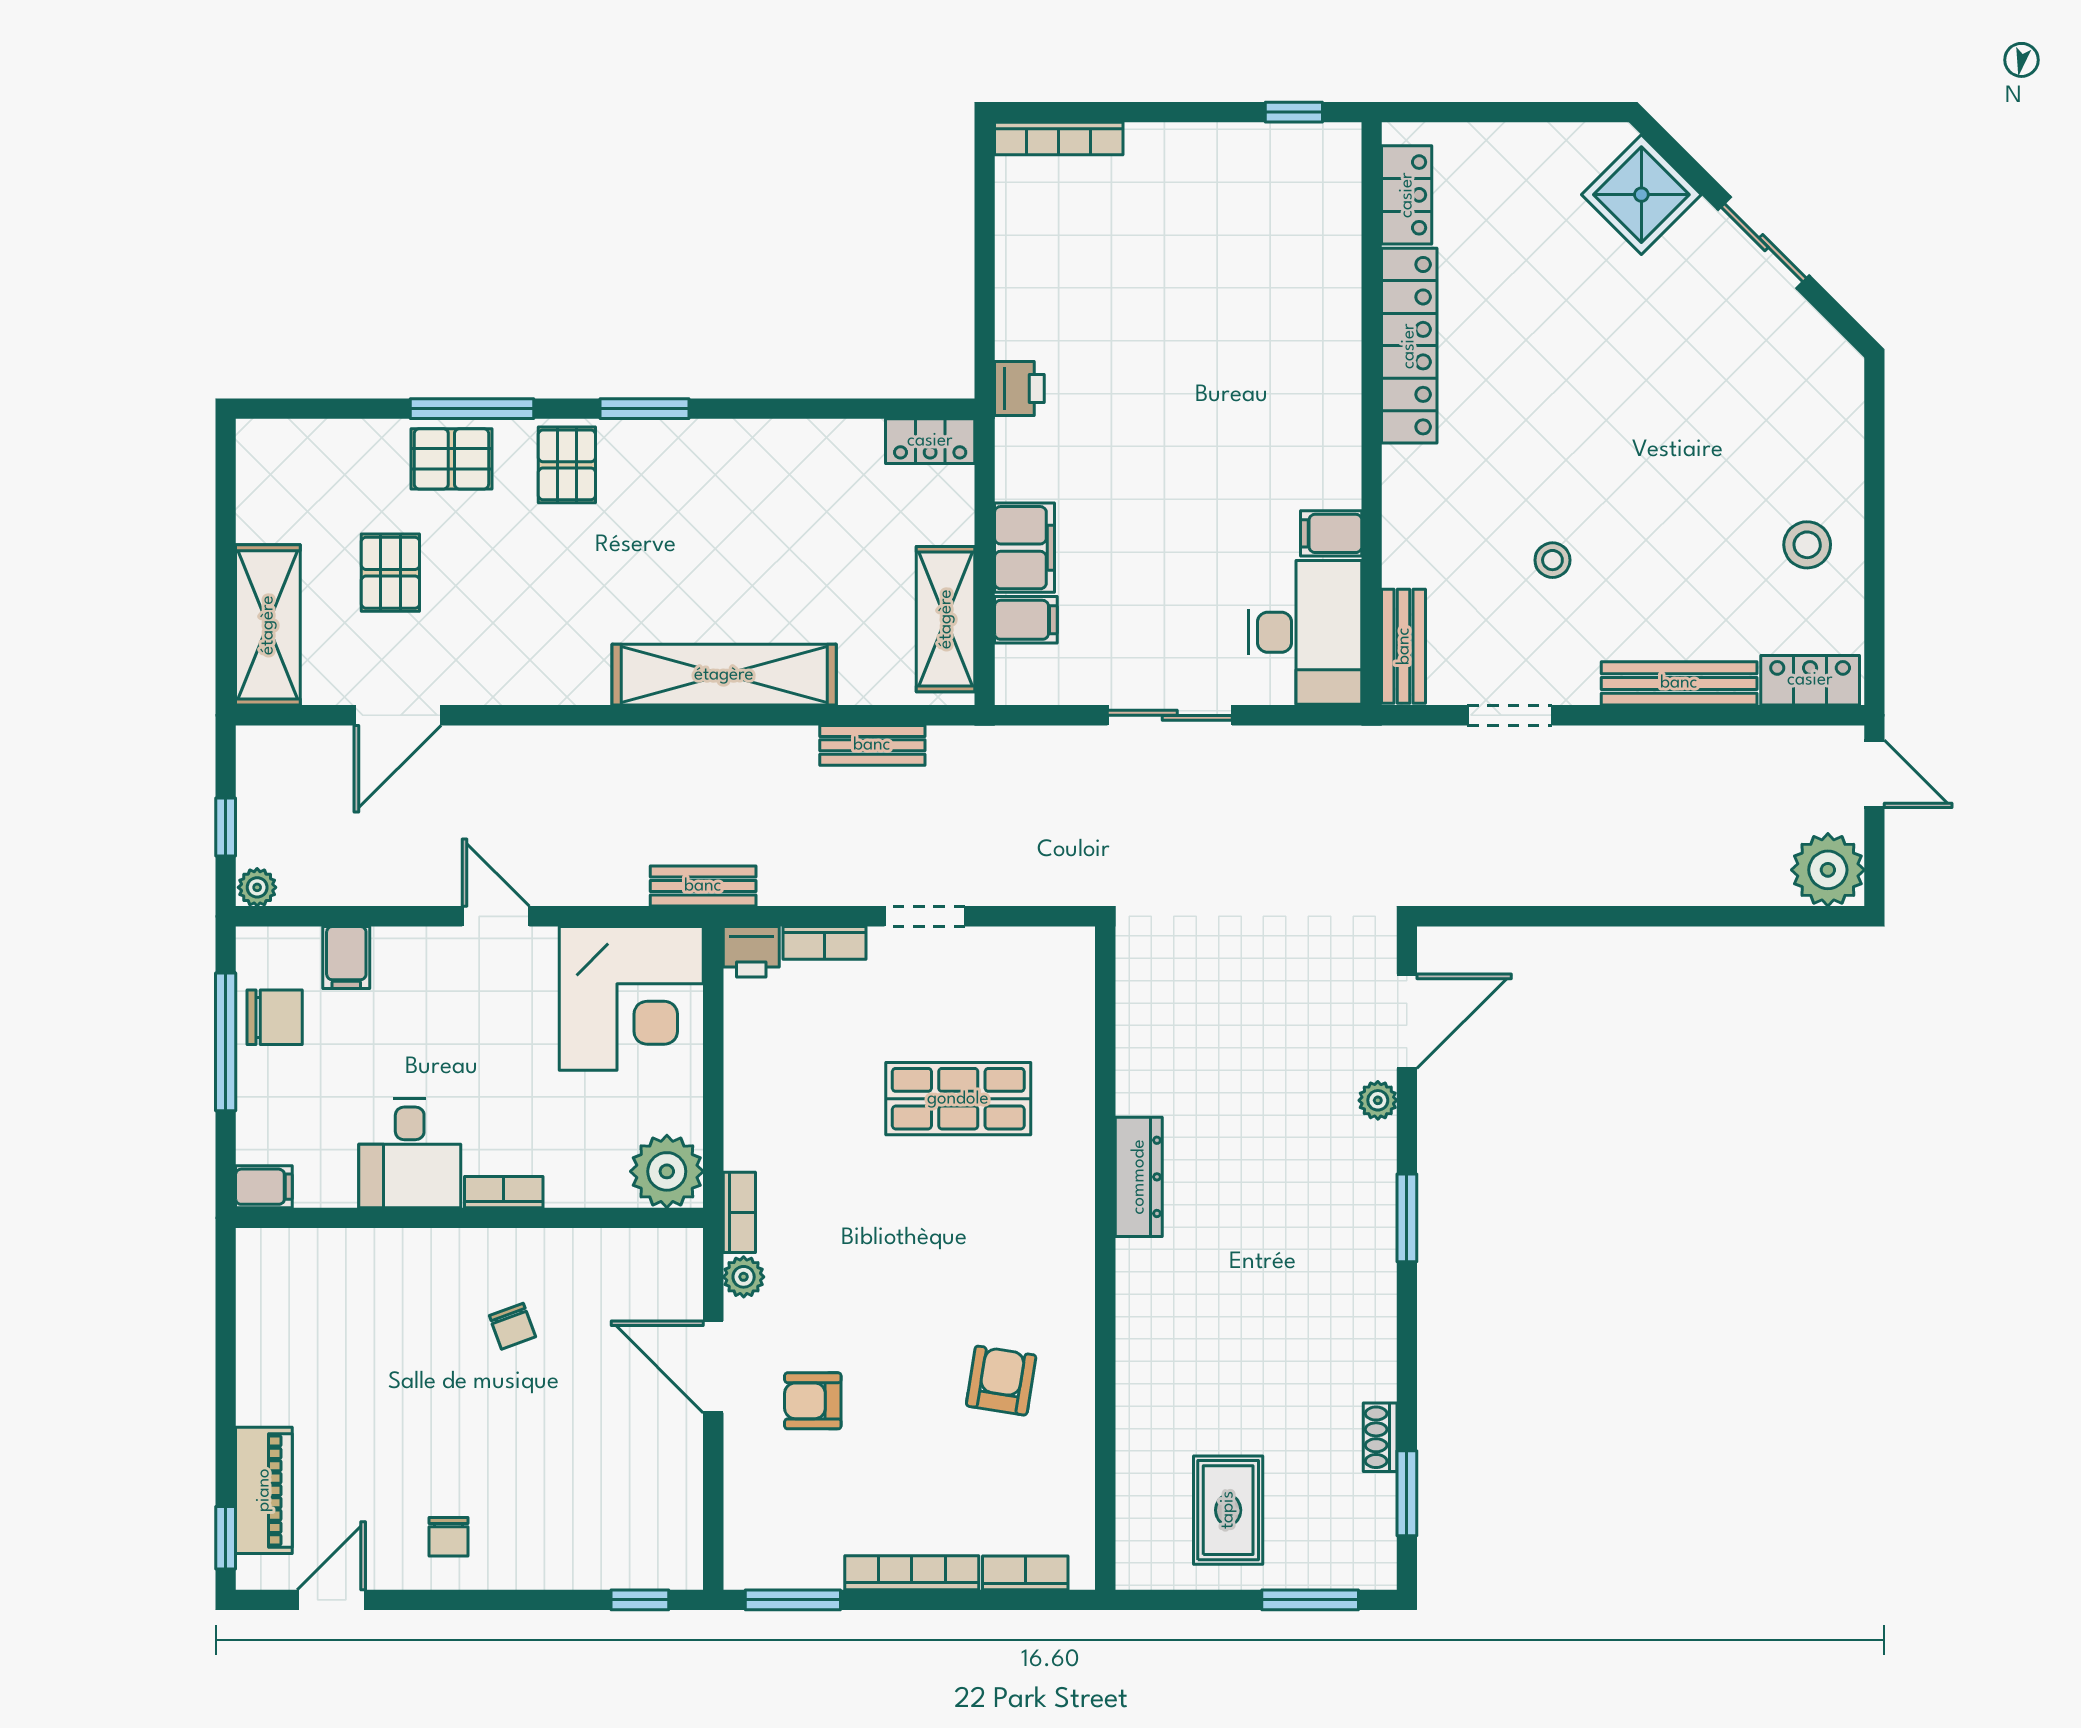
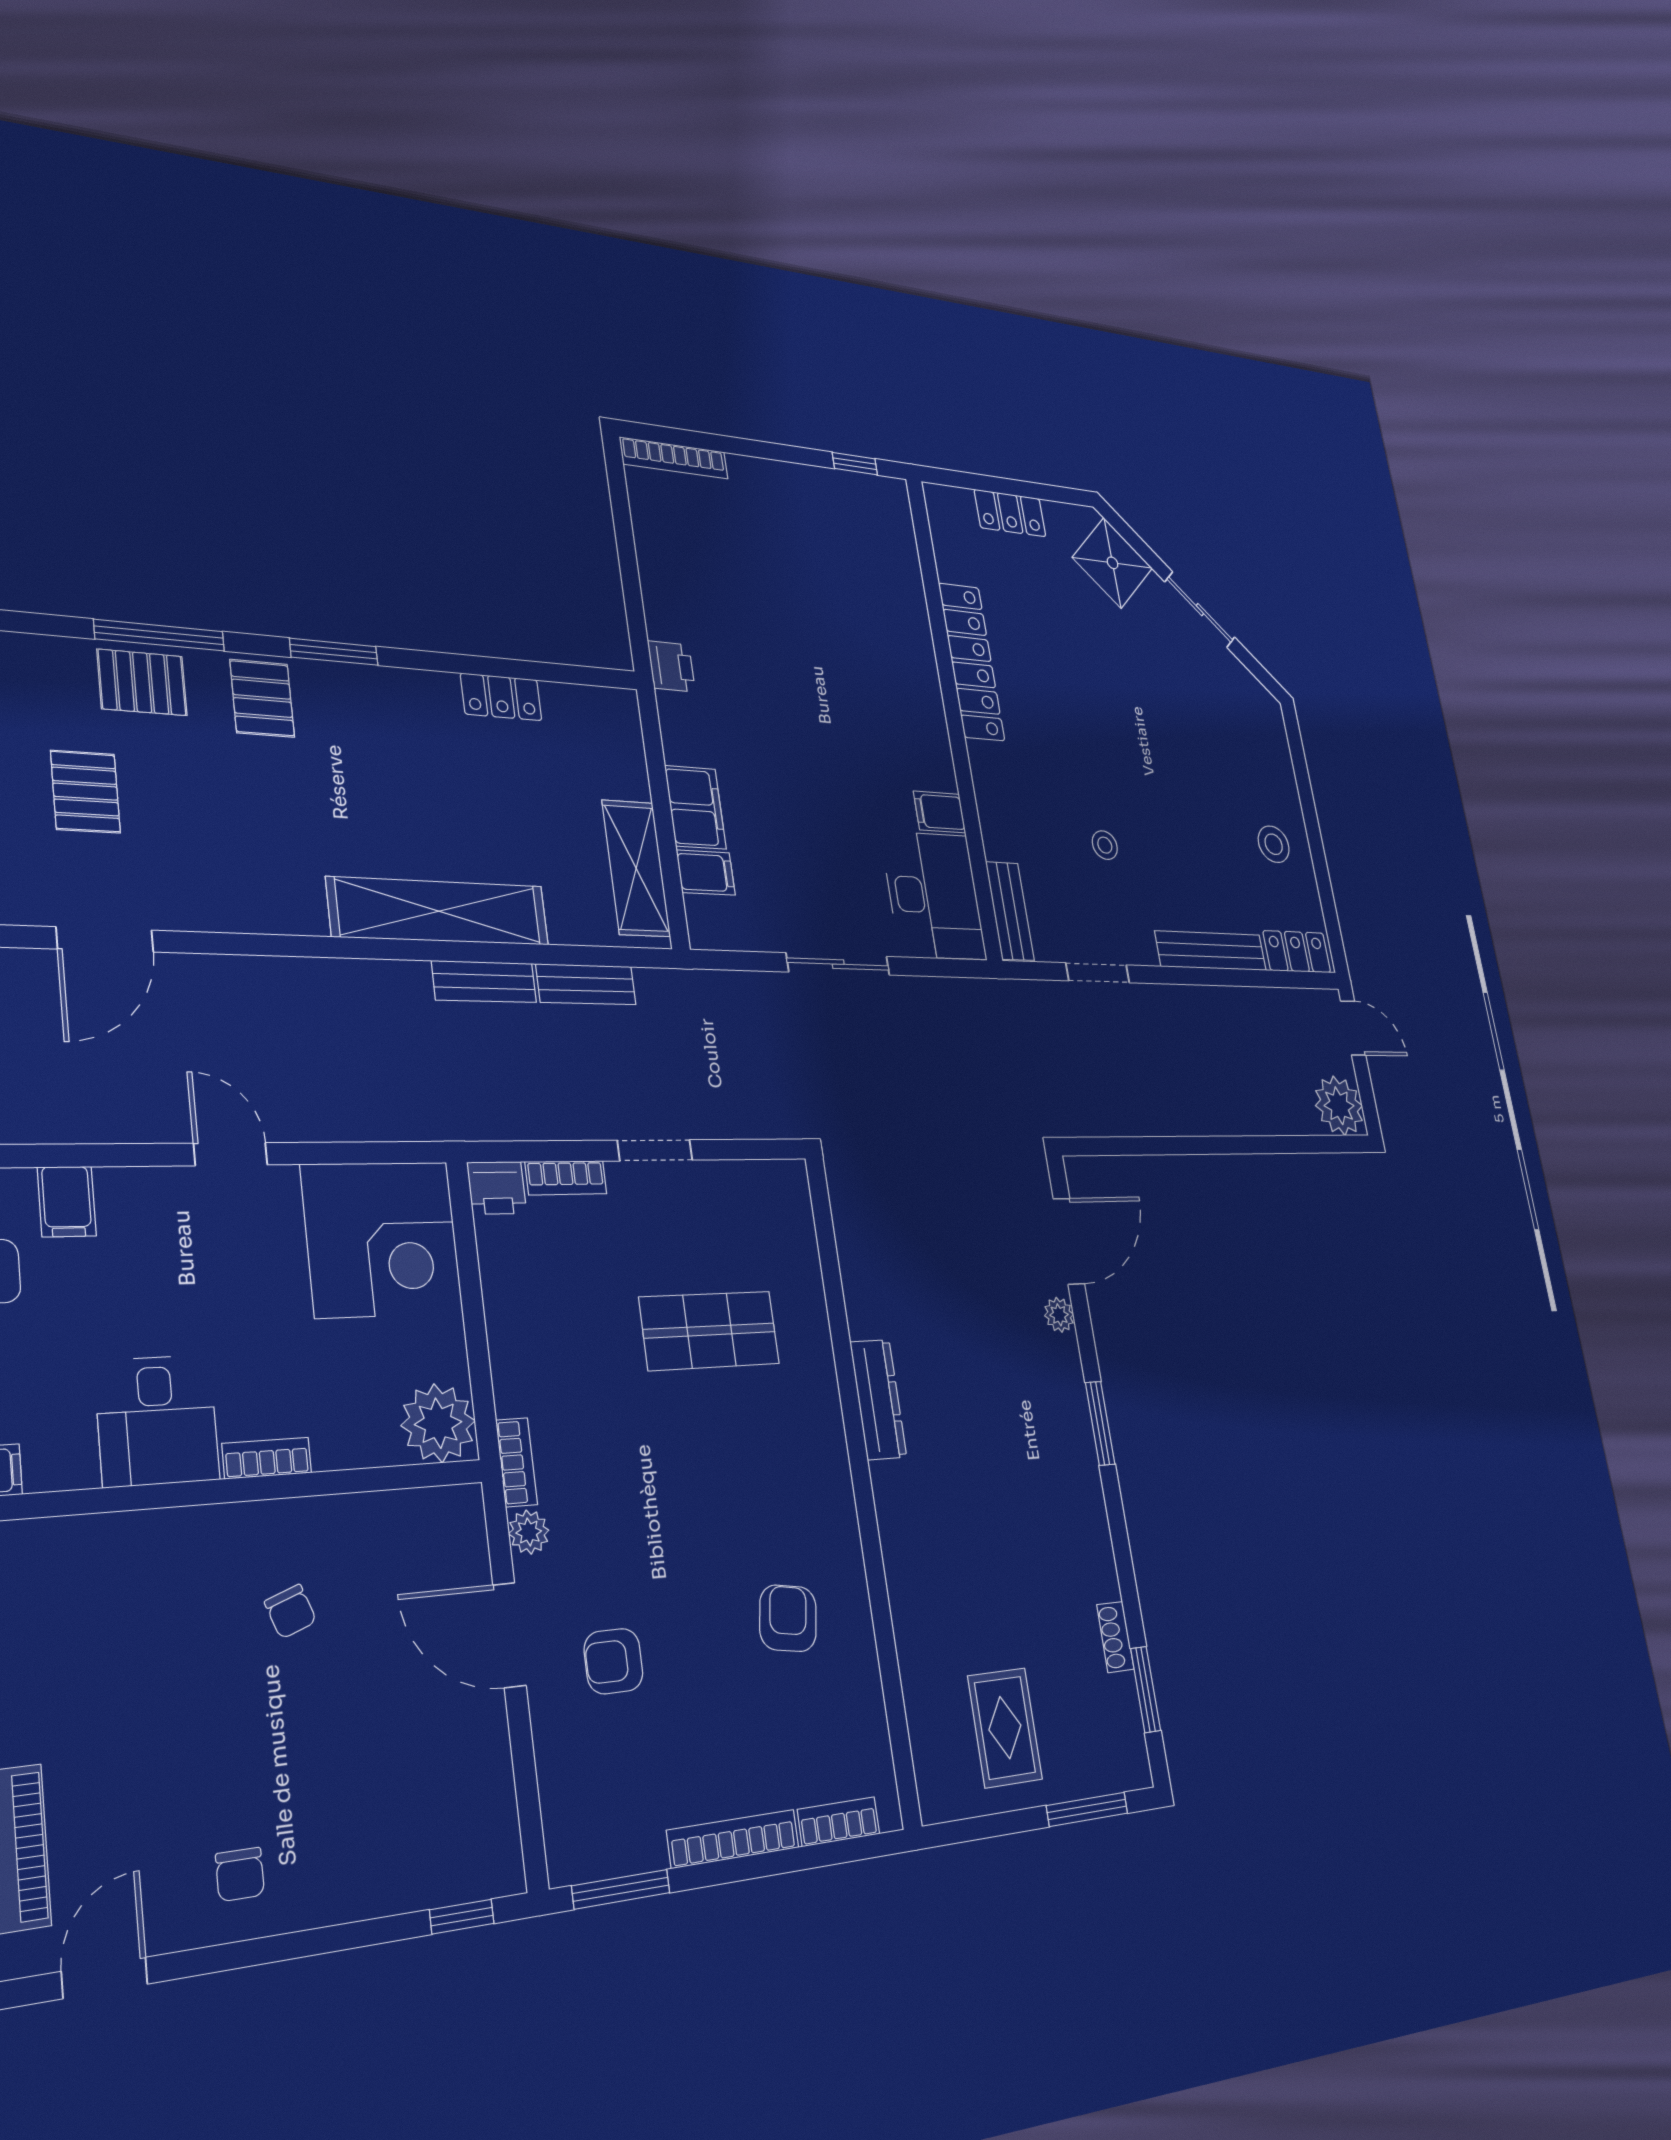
locker: (1407, 195) -> (1010, 513), moved, turned 90
locker: (930, 441) -> (501, 697), moved
bench: (703, 886) -> (484, 982), moved

